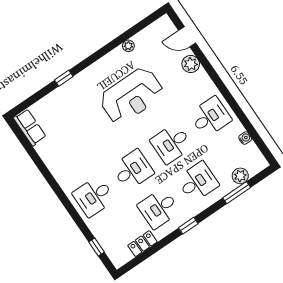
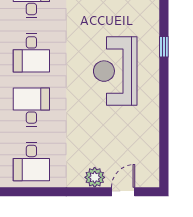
plant: (128, 46) -> (153, 130), removed
reception desk: (132, 96) -> (115, 71), moved

